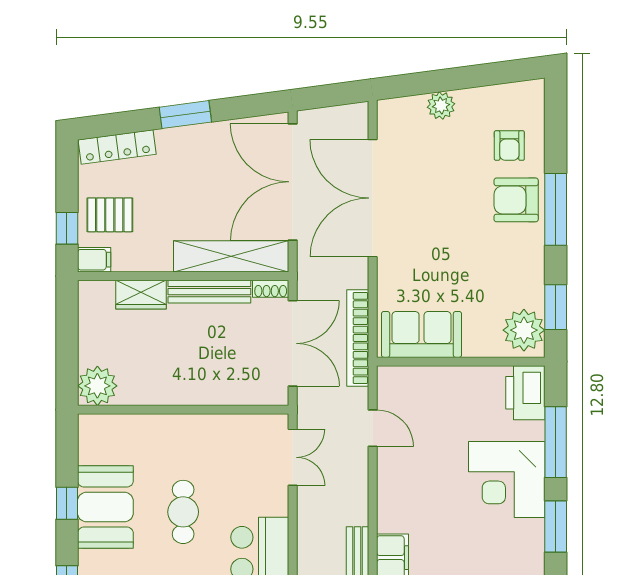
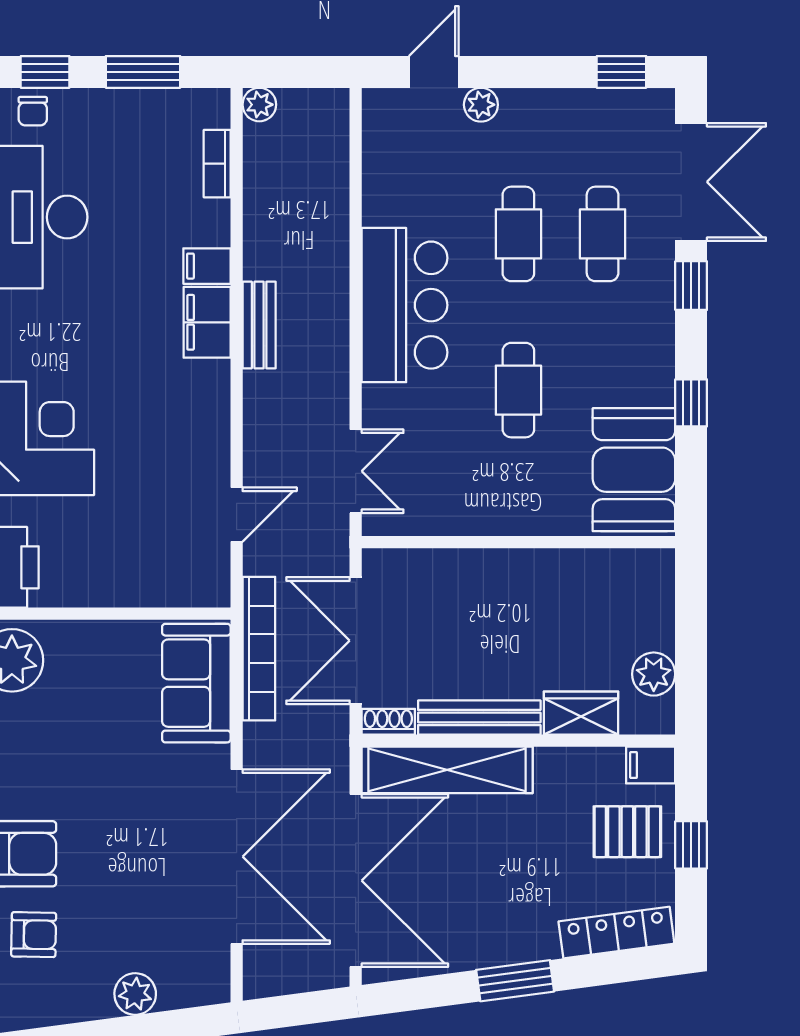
armchair: (509, 146) -> (34, 935), turned 91
window: (67, 228) -> (691, 845), moved
sofa: (422, 334) -> (196, 683), moved, turned 90
plant: (97, 386) -> (654, 674), moved, width x0.73, depth x0.73
door: (373, 428) -> (237, 515), swing flipped
double door: (293, 457) -> (356, 471), swing flipped
booth: (105, 507) -> (634, 470), moved

